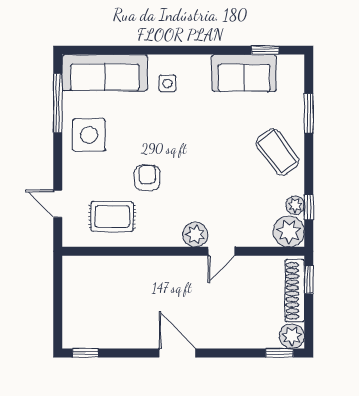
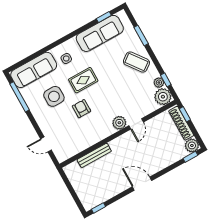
sofa: (244, 73) -> (100, 33), width x1.36
side table: (89, 135) -> (54, 96), moved
rug: (112, 217) -> (83, 80), moved
bench: (126, 265) -> (94, 155), added

